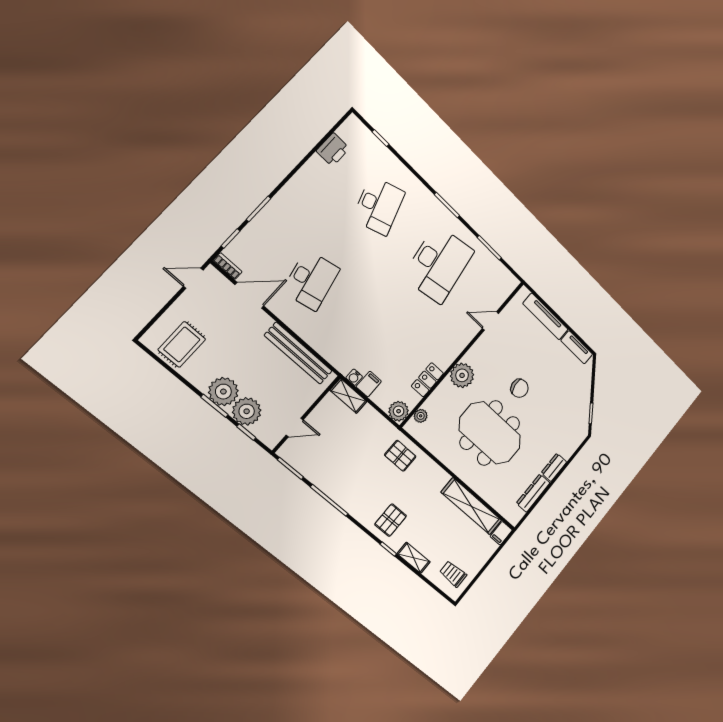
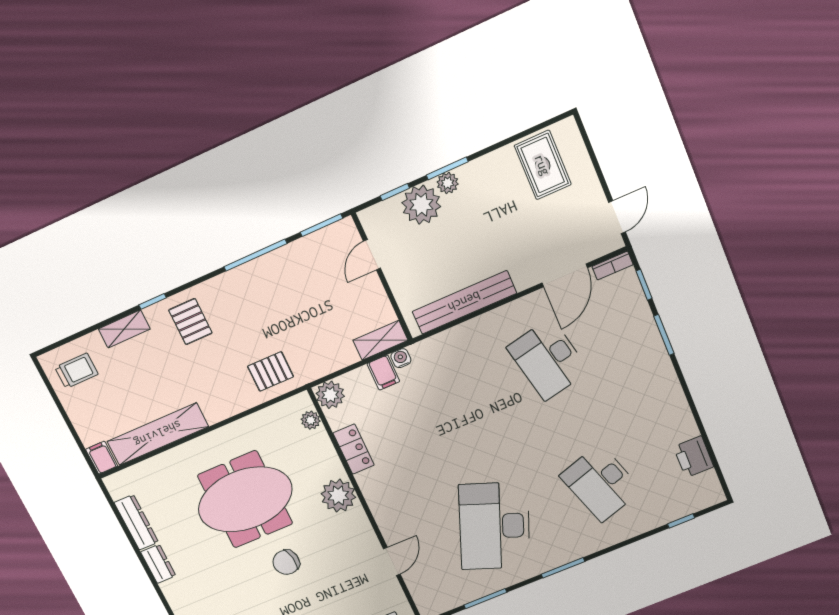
desk: (438, 264) -> (495, 526), turned 30
plant: (223, 392) -> (448, 183), width x0.53, depth x0.53

